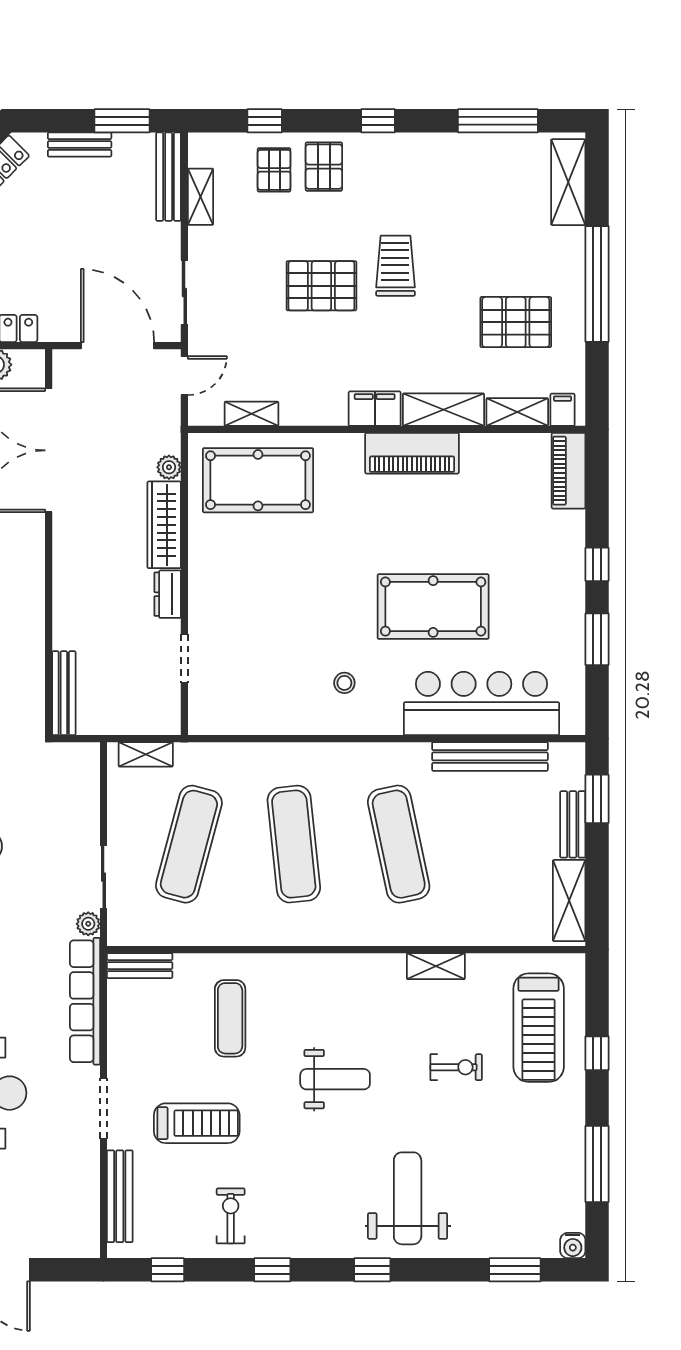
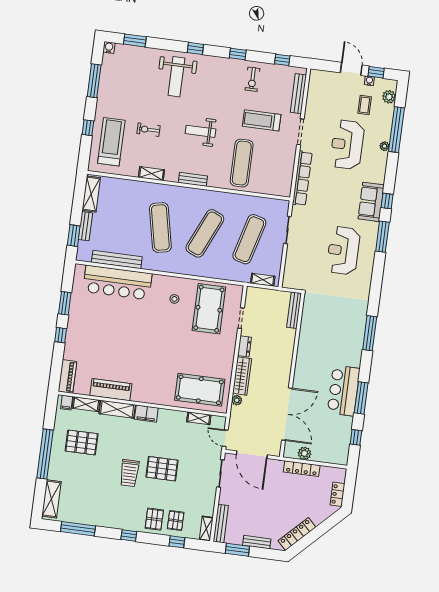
shelving: (201, 197) -> (206, 529), moved
door: (184, 376) -> (225, 438), hinge flipped
piano: (412, 453) -> (111, 390), moved
pool table: (433, 607) -> (209, 309), moved, turned 90
exercise mat: (294, 844) -> (205, 233), turned 30
plant: (88, 924) -> (297, 211), removed
bench: (140, 966) -> (193, 179), moved
exercise mat: (230, 1018) -> (242, 163), width x1.36, depth x1.45

